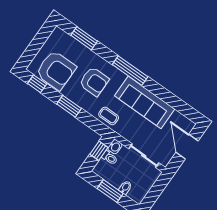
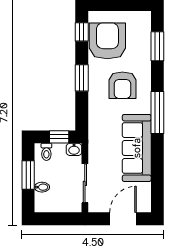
armchair: (56, 70) -> (107, 41), turned 180
coffee table: (109, 116) -> (99, 123), removed
toilet: (110, 158) -> (46, 152), moved

